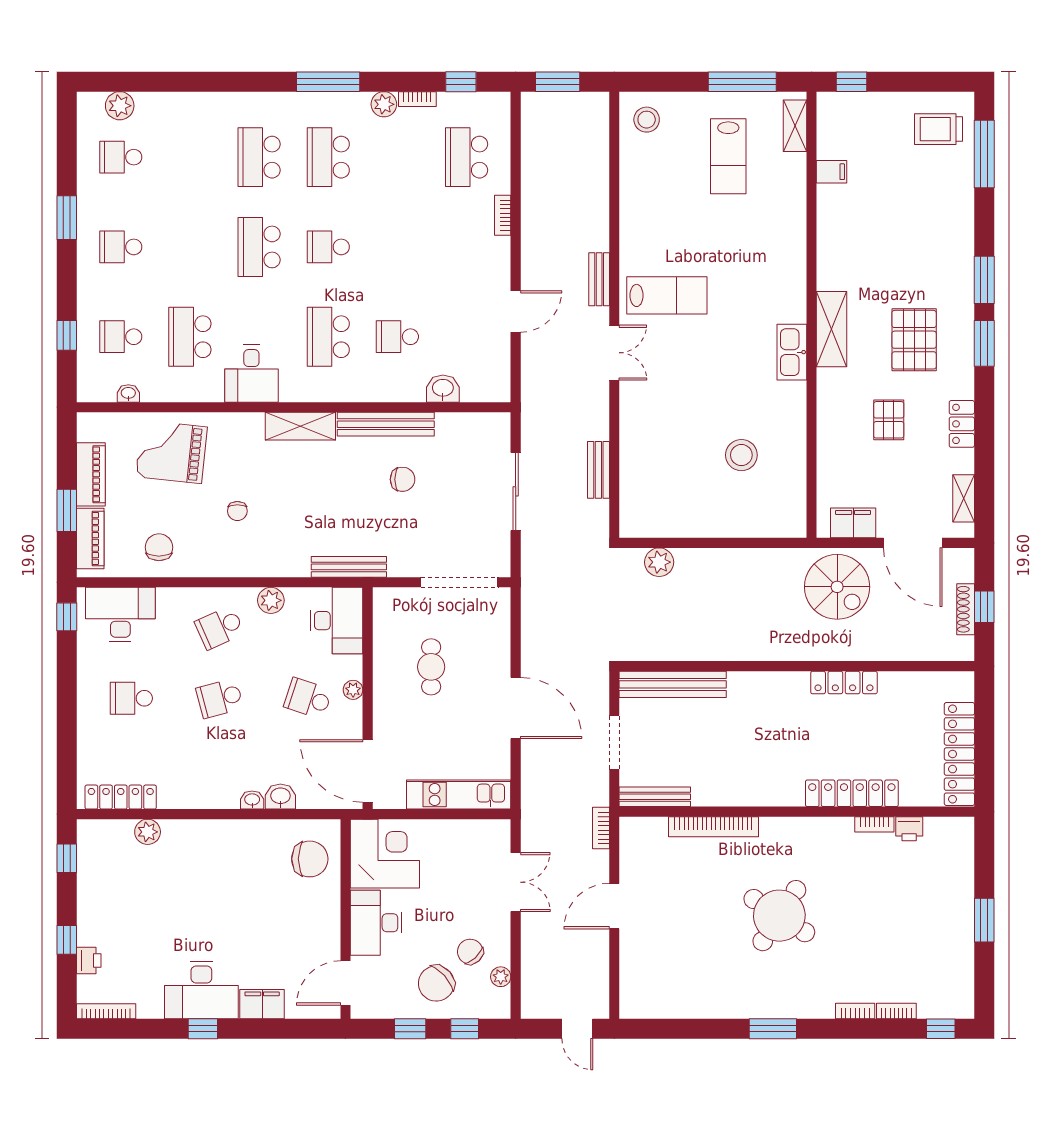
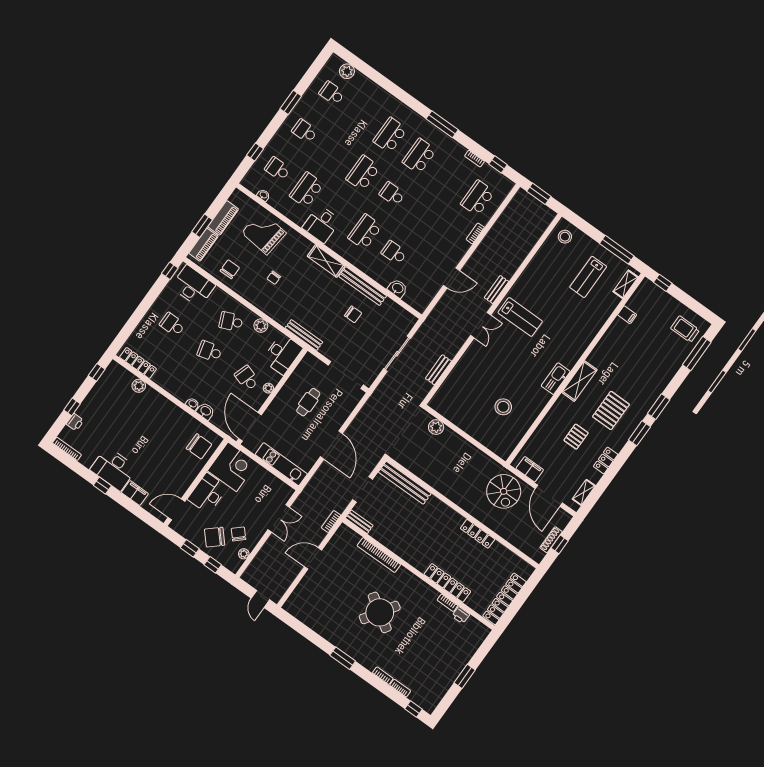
plant: (384, 104) -> (459, 151), removed
bench: (655, 797) -> (359, 522), width x0.73

